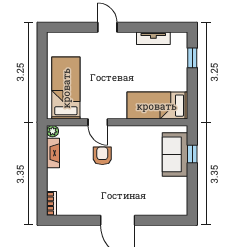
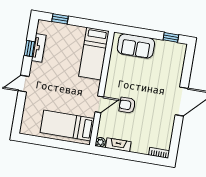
window: (151, 27) -> (29, 49), added
window: (192, 154) -> (171, 37), moved

